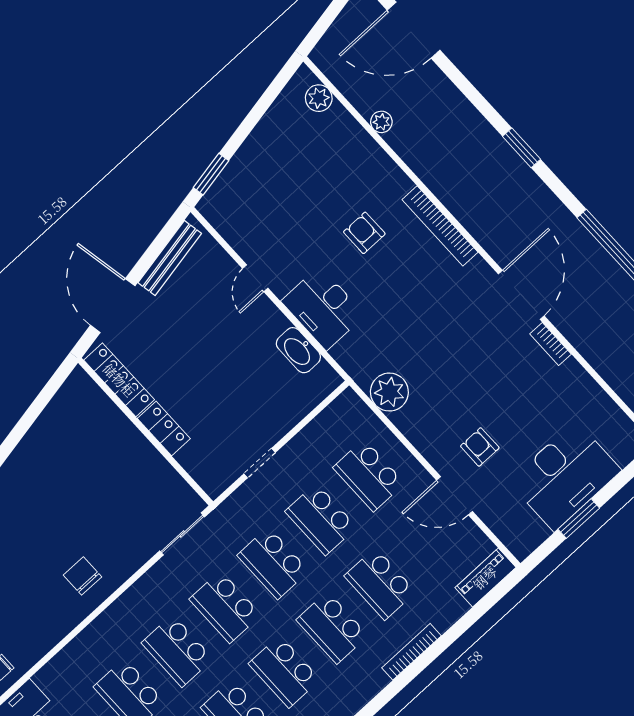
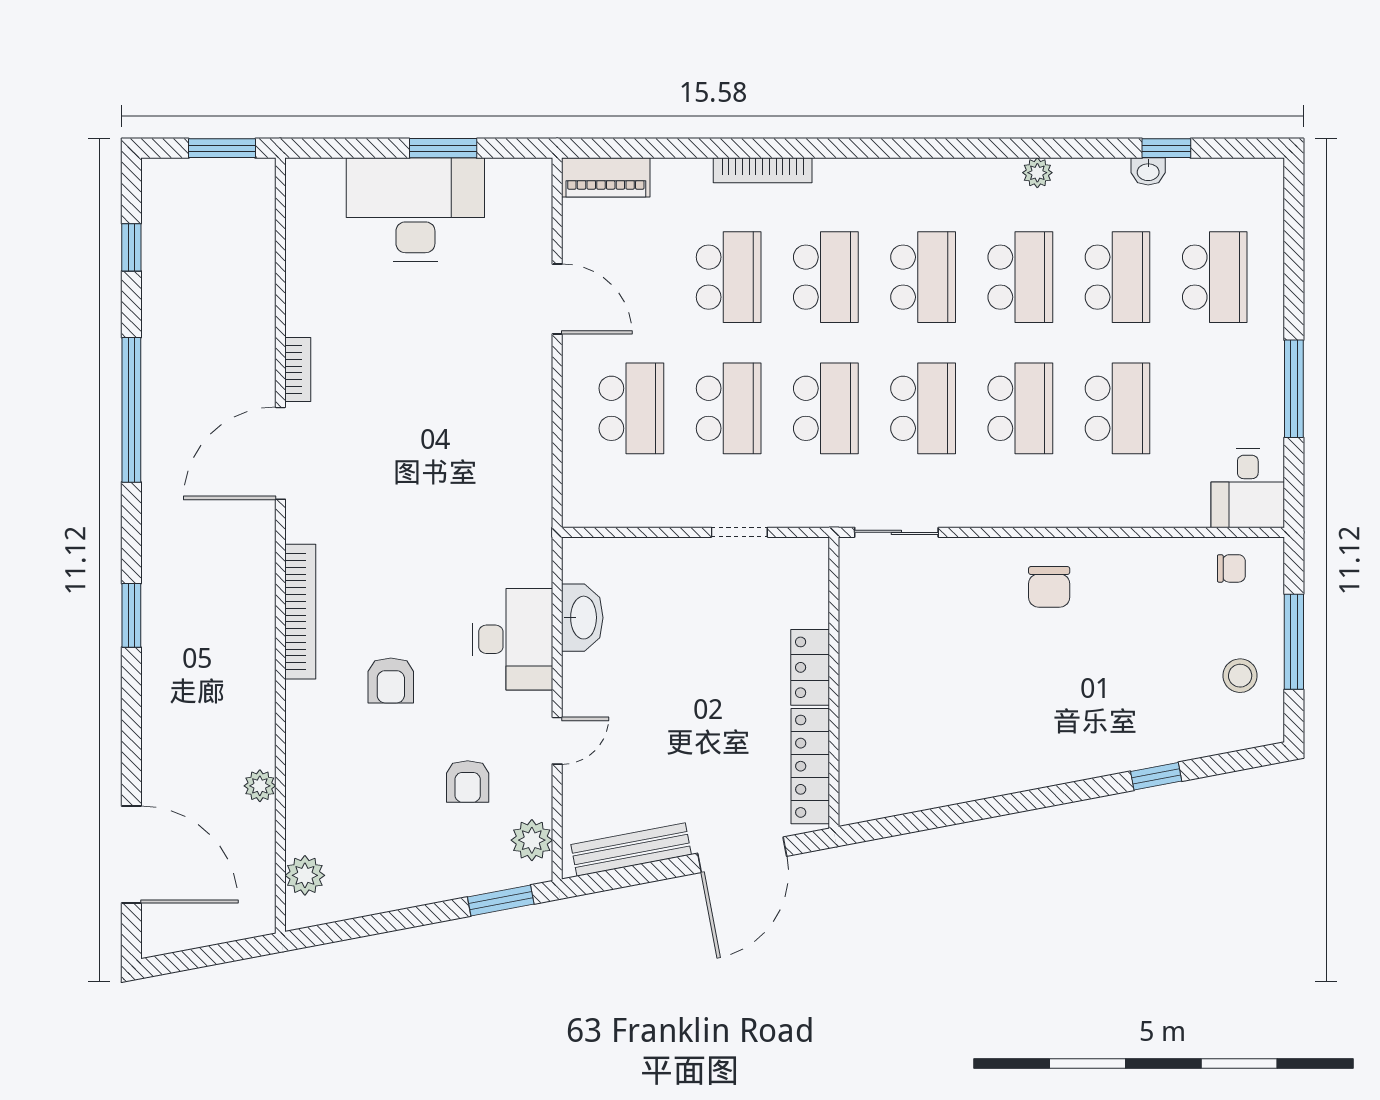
plant: (389, 392) -> (532, 840), moved, width x0.73, depth x0.73
armchair: (480, 447) -> (468, 782), moved

